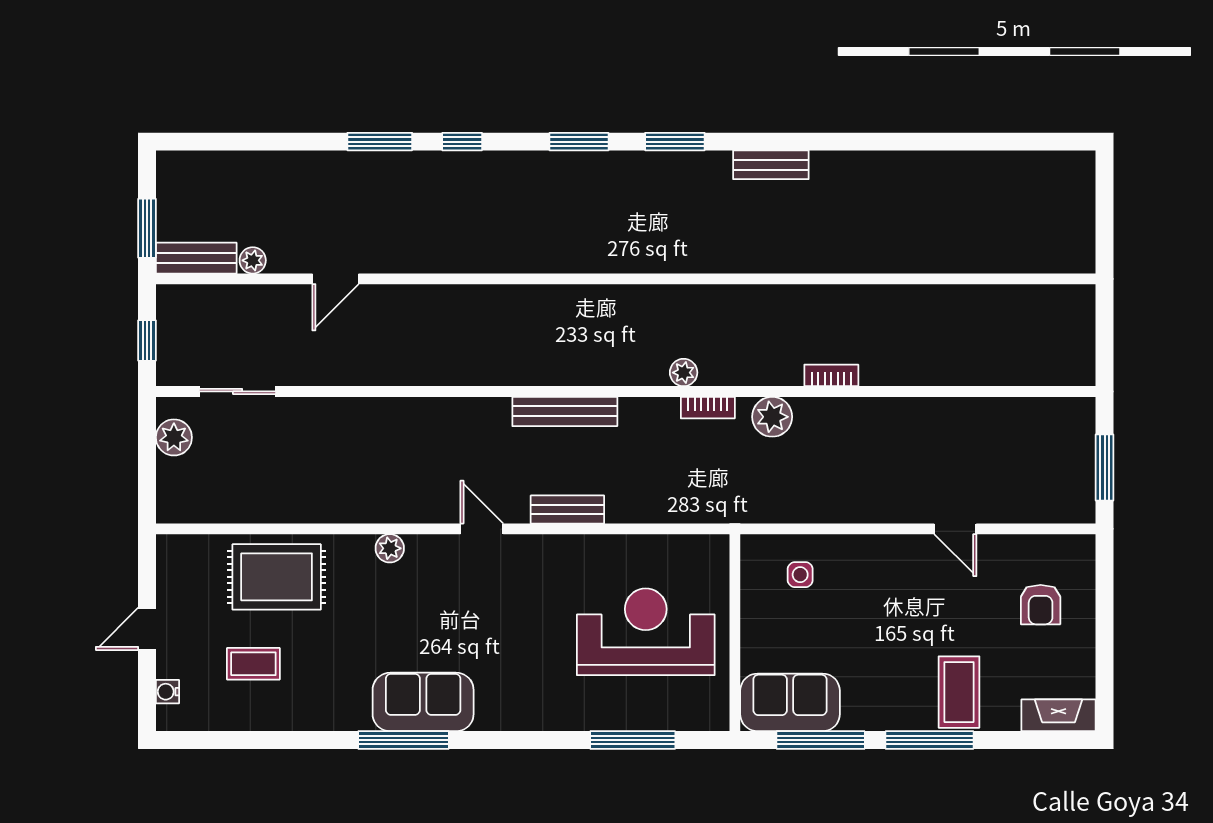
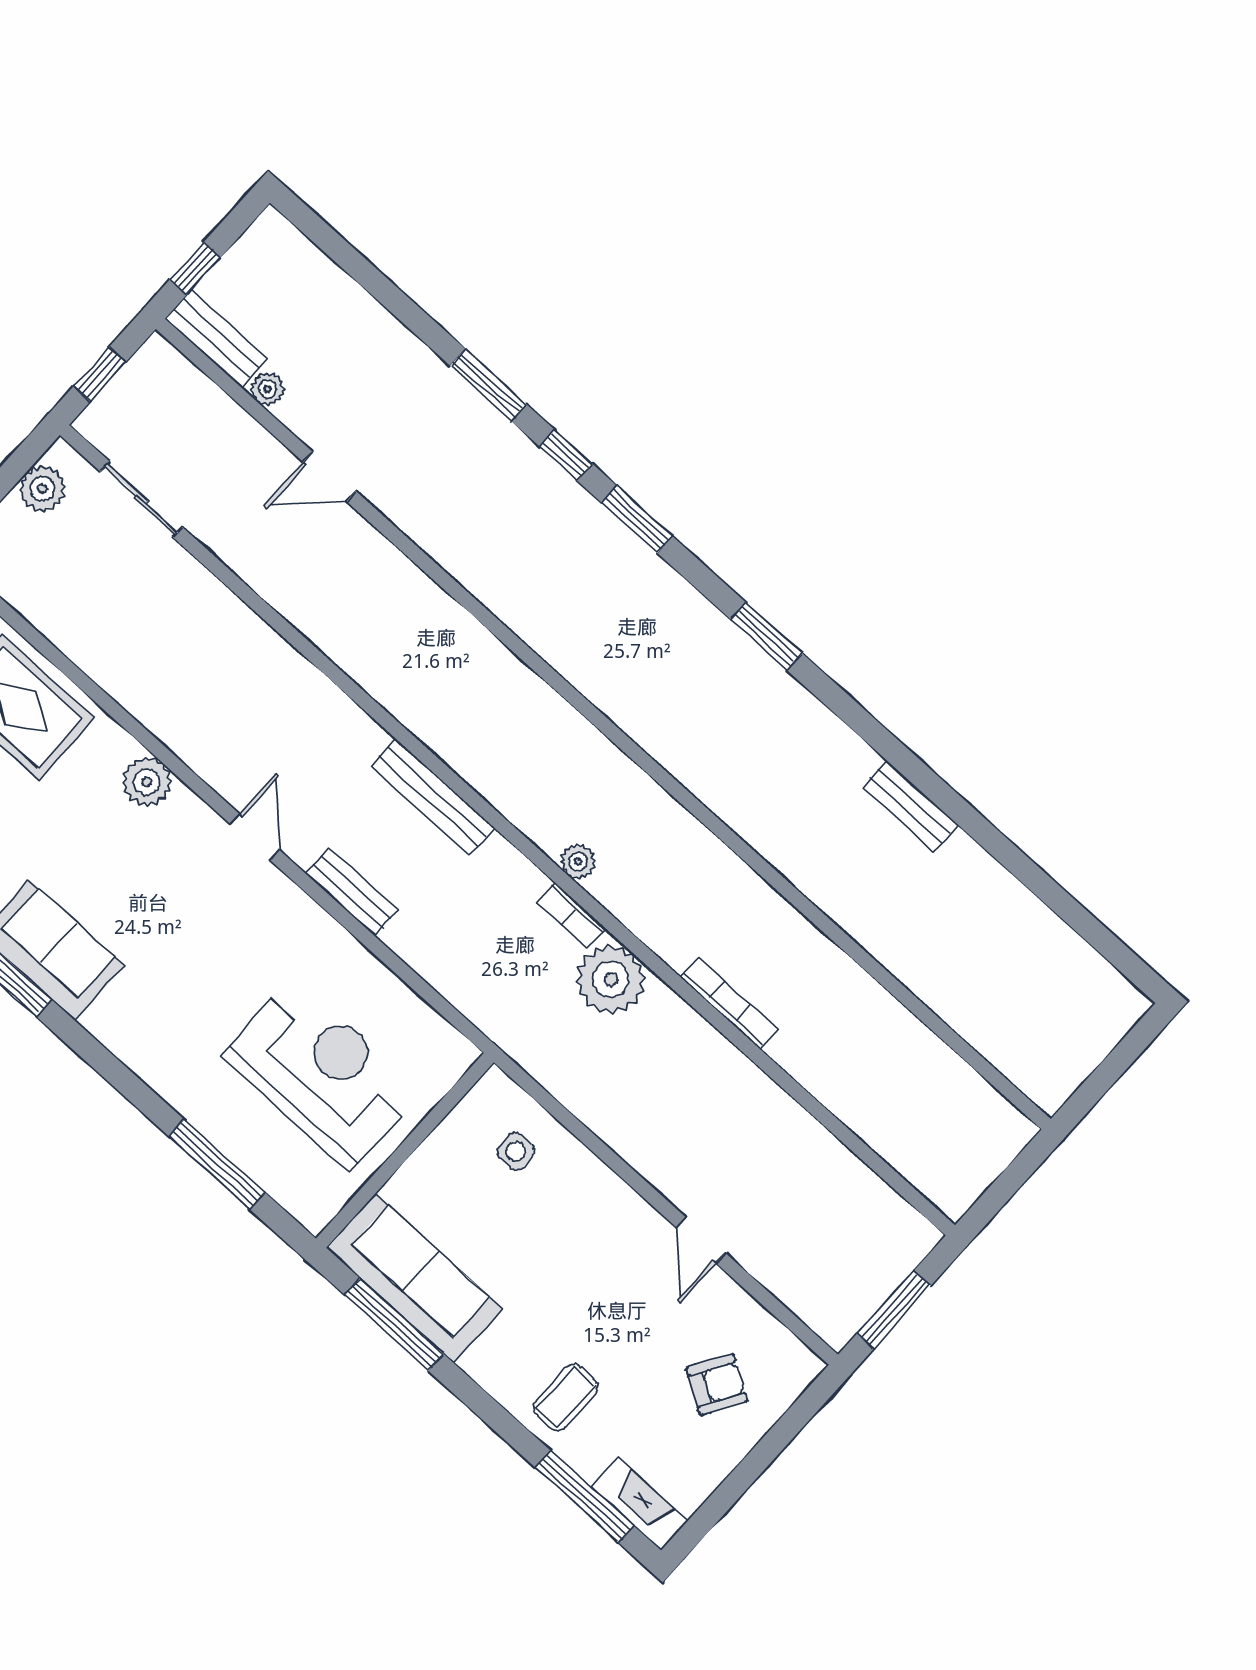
window: (579, 142) -> (637, 519), moved
bench: (771, 165) -> (910, 806), moved
window: (147, 228) -> (195, 269), width x0.67
bookcase: (831, 375) -> (729, 1003), width x1.56
plant: (772, 417) -> (611, 979), width x1.36, depth x1.36
plant: (390, 548) -> (147, 782), width x1.38, depth x1.38
armchair: (1041, 605) -> (717, 1384), turned -149
coffee table: (959, 692) -> (566, 1397), width x0.73, depth x0.77
sofa: (790, 702) -> (414, 1278), width x1.36
window: (930, 740) -> (585, 1497), moved

